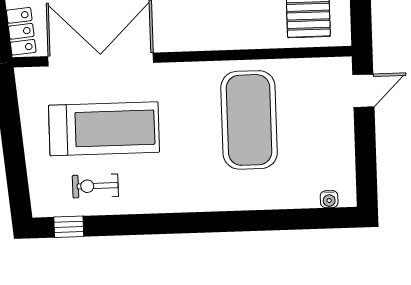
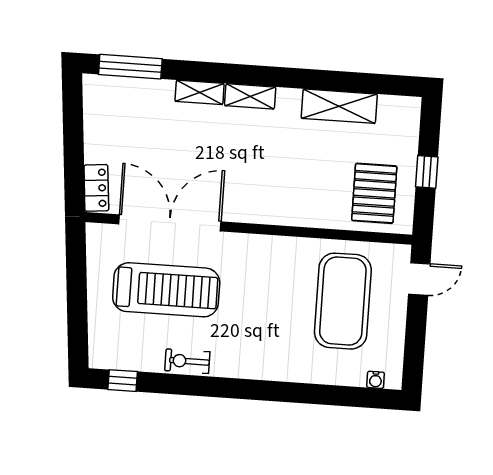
exercise mat: (249, 120) -> (343, 301), moved
exercise bike: (95, 186) -> (187, 361), moved

